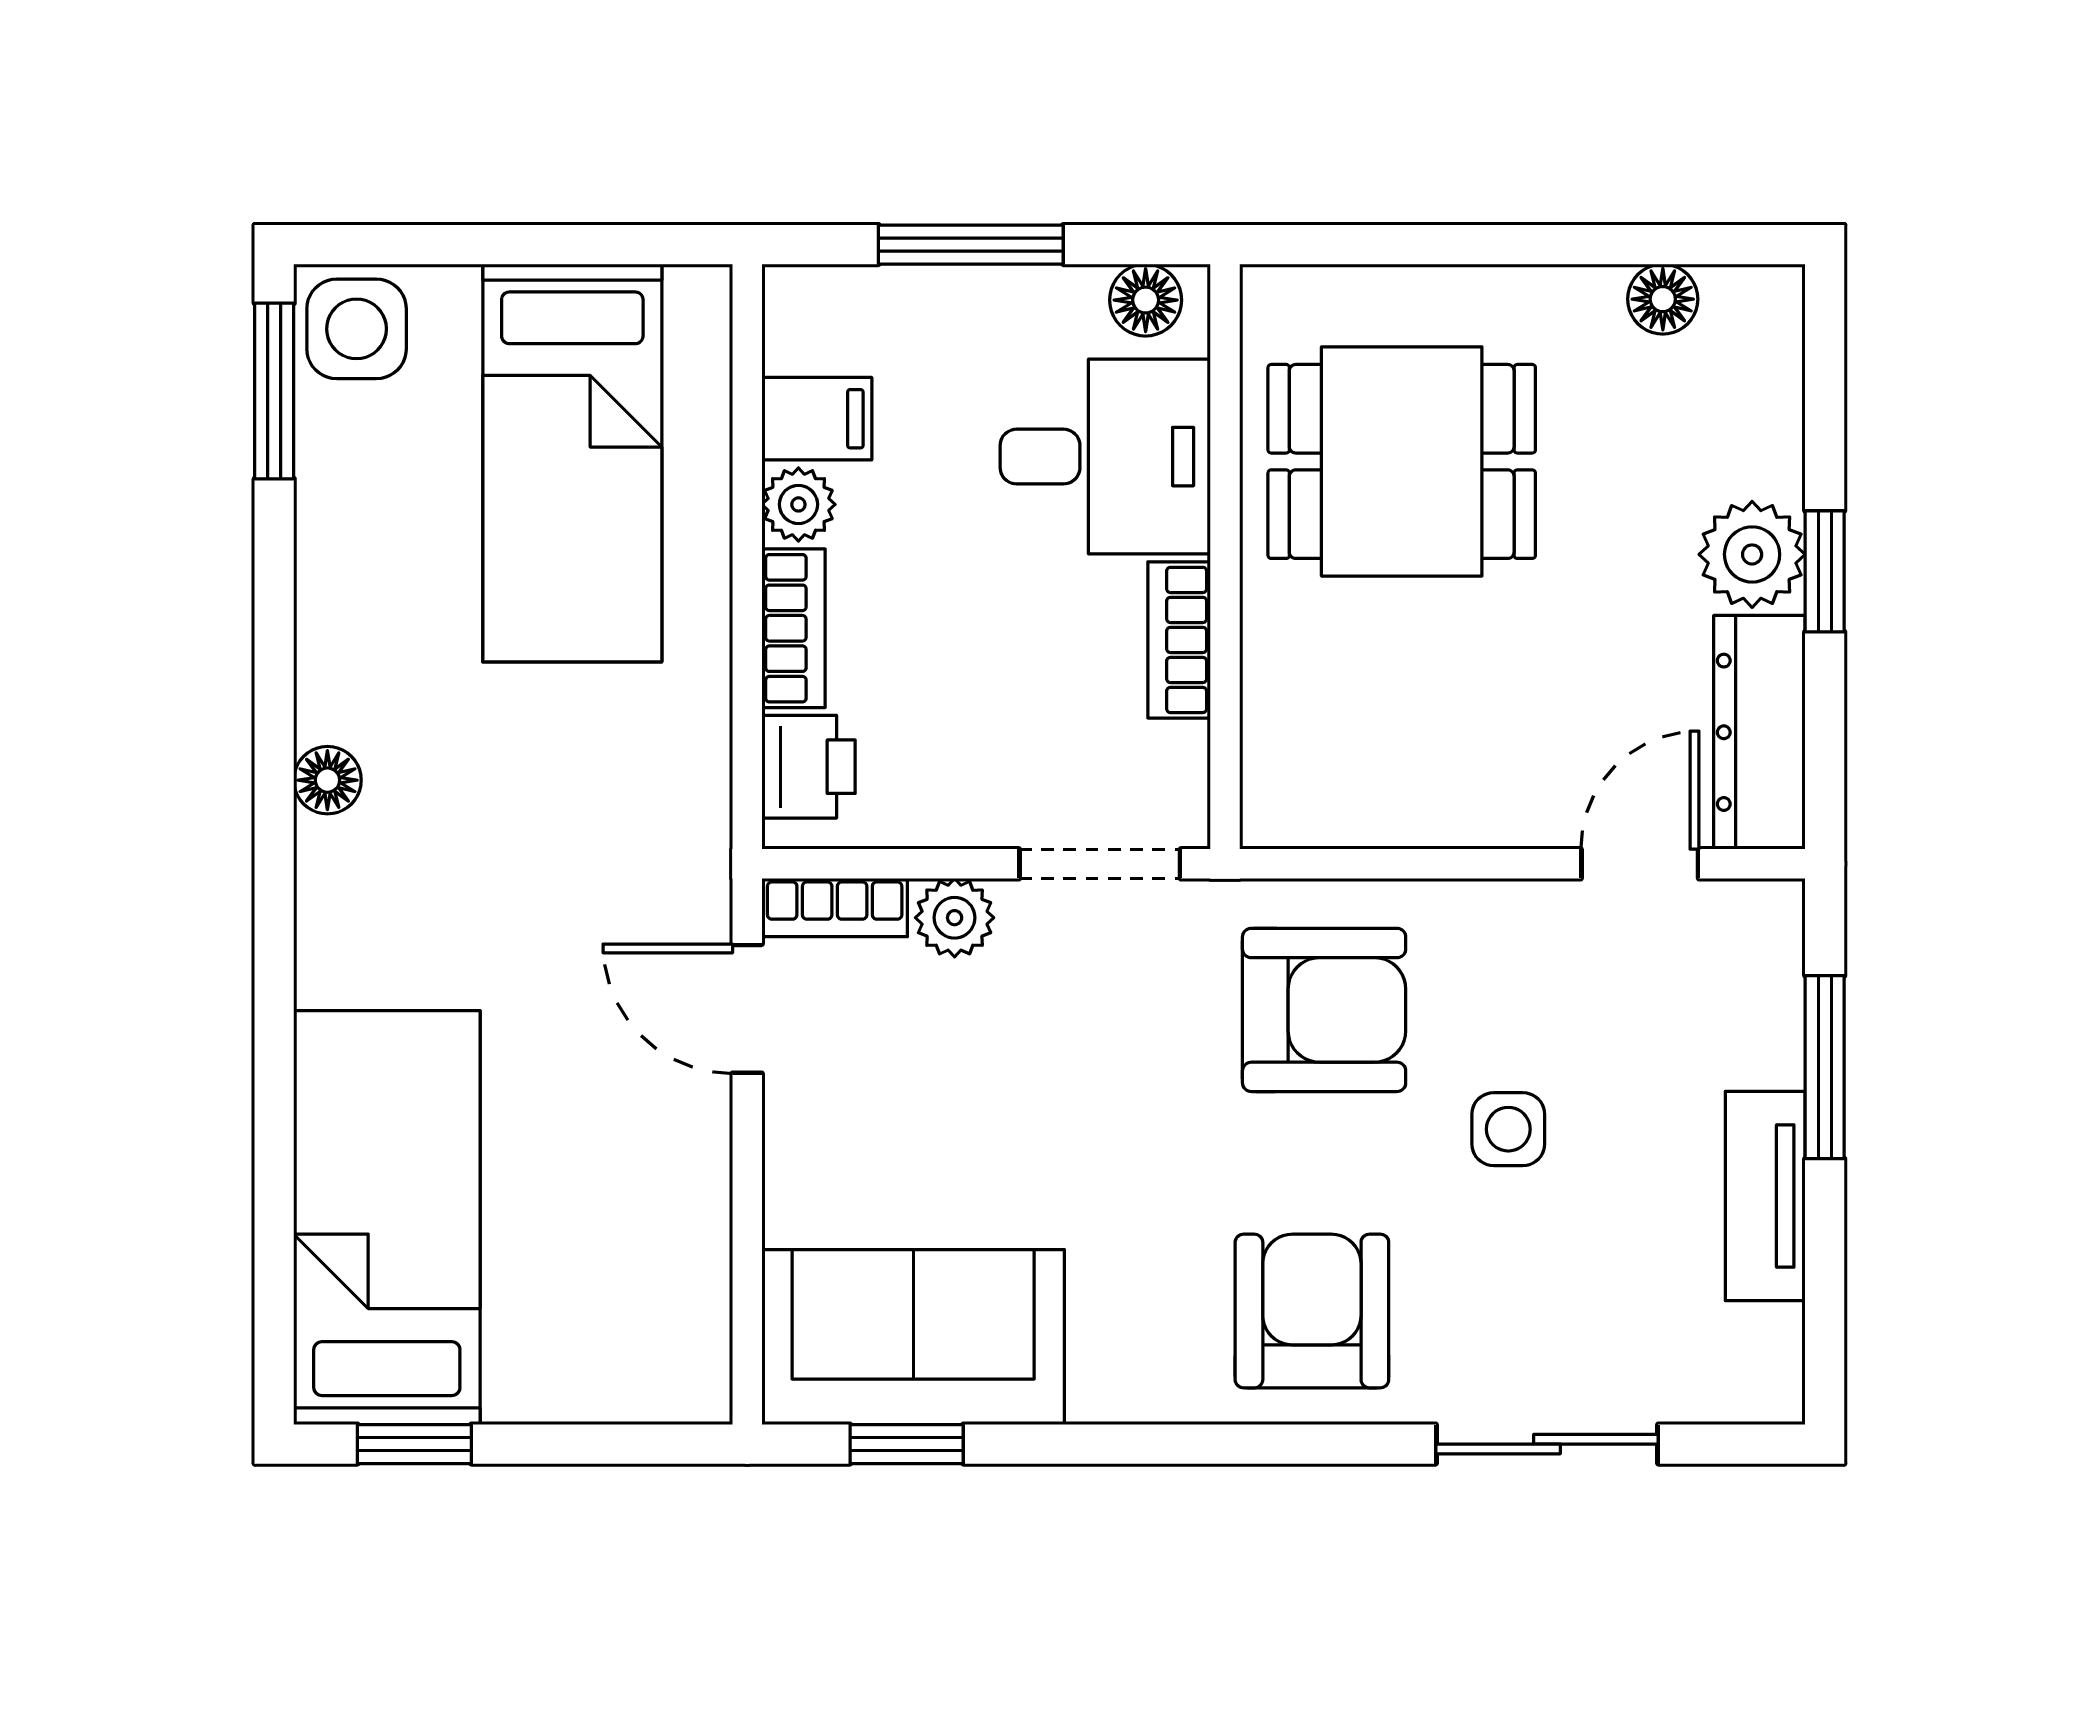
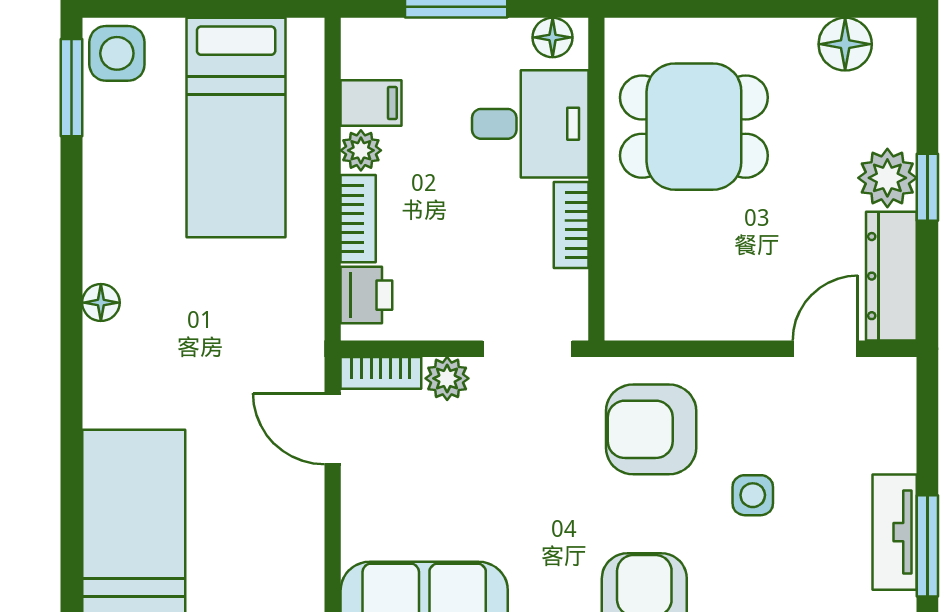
floor lamp: (1663, 299) -> (845, 44), width x1.37, depth x1.37
armchair: (1324, 1010) -> (651, 429), turned 180
window: (1825, 1067) -> (927, 546), moved

